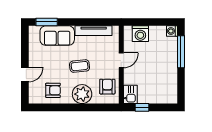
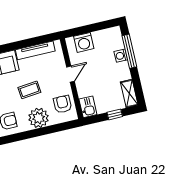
washing machine: (172, 31) -> (121, 56), moved
shelving: (172, 91) -> (129, 94), added
window: (142, 107) -> (115, 114), moved

